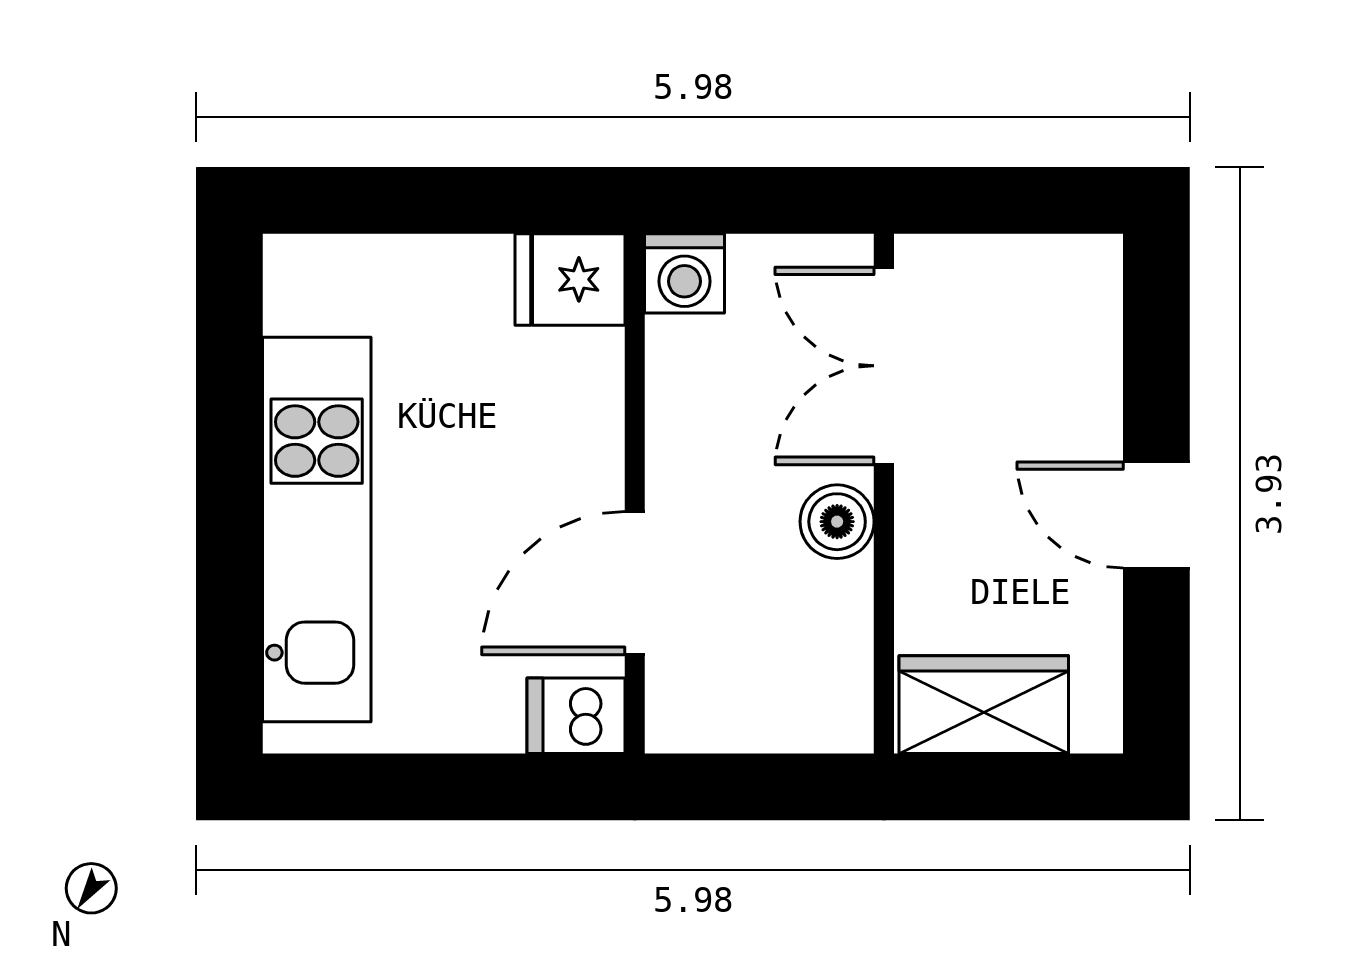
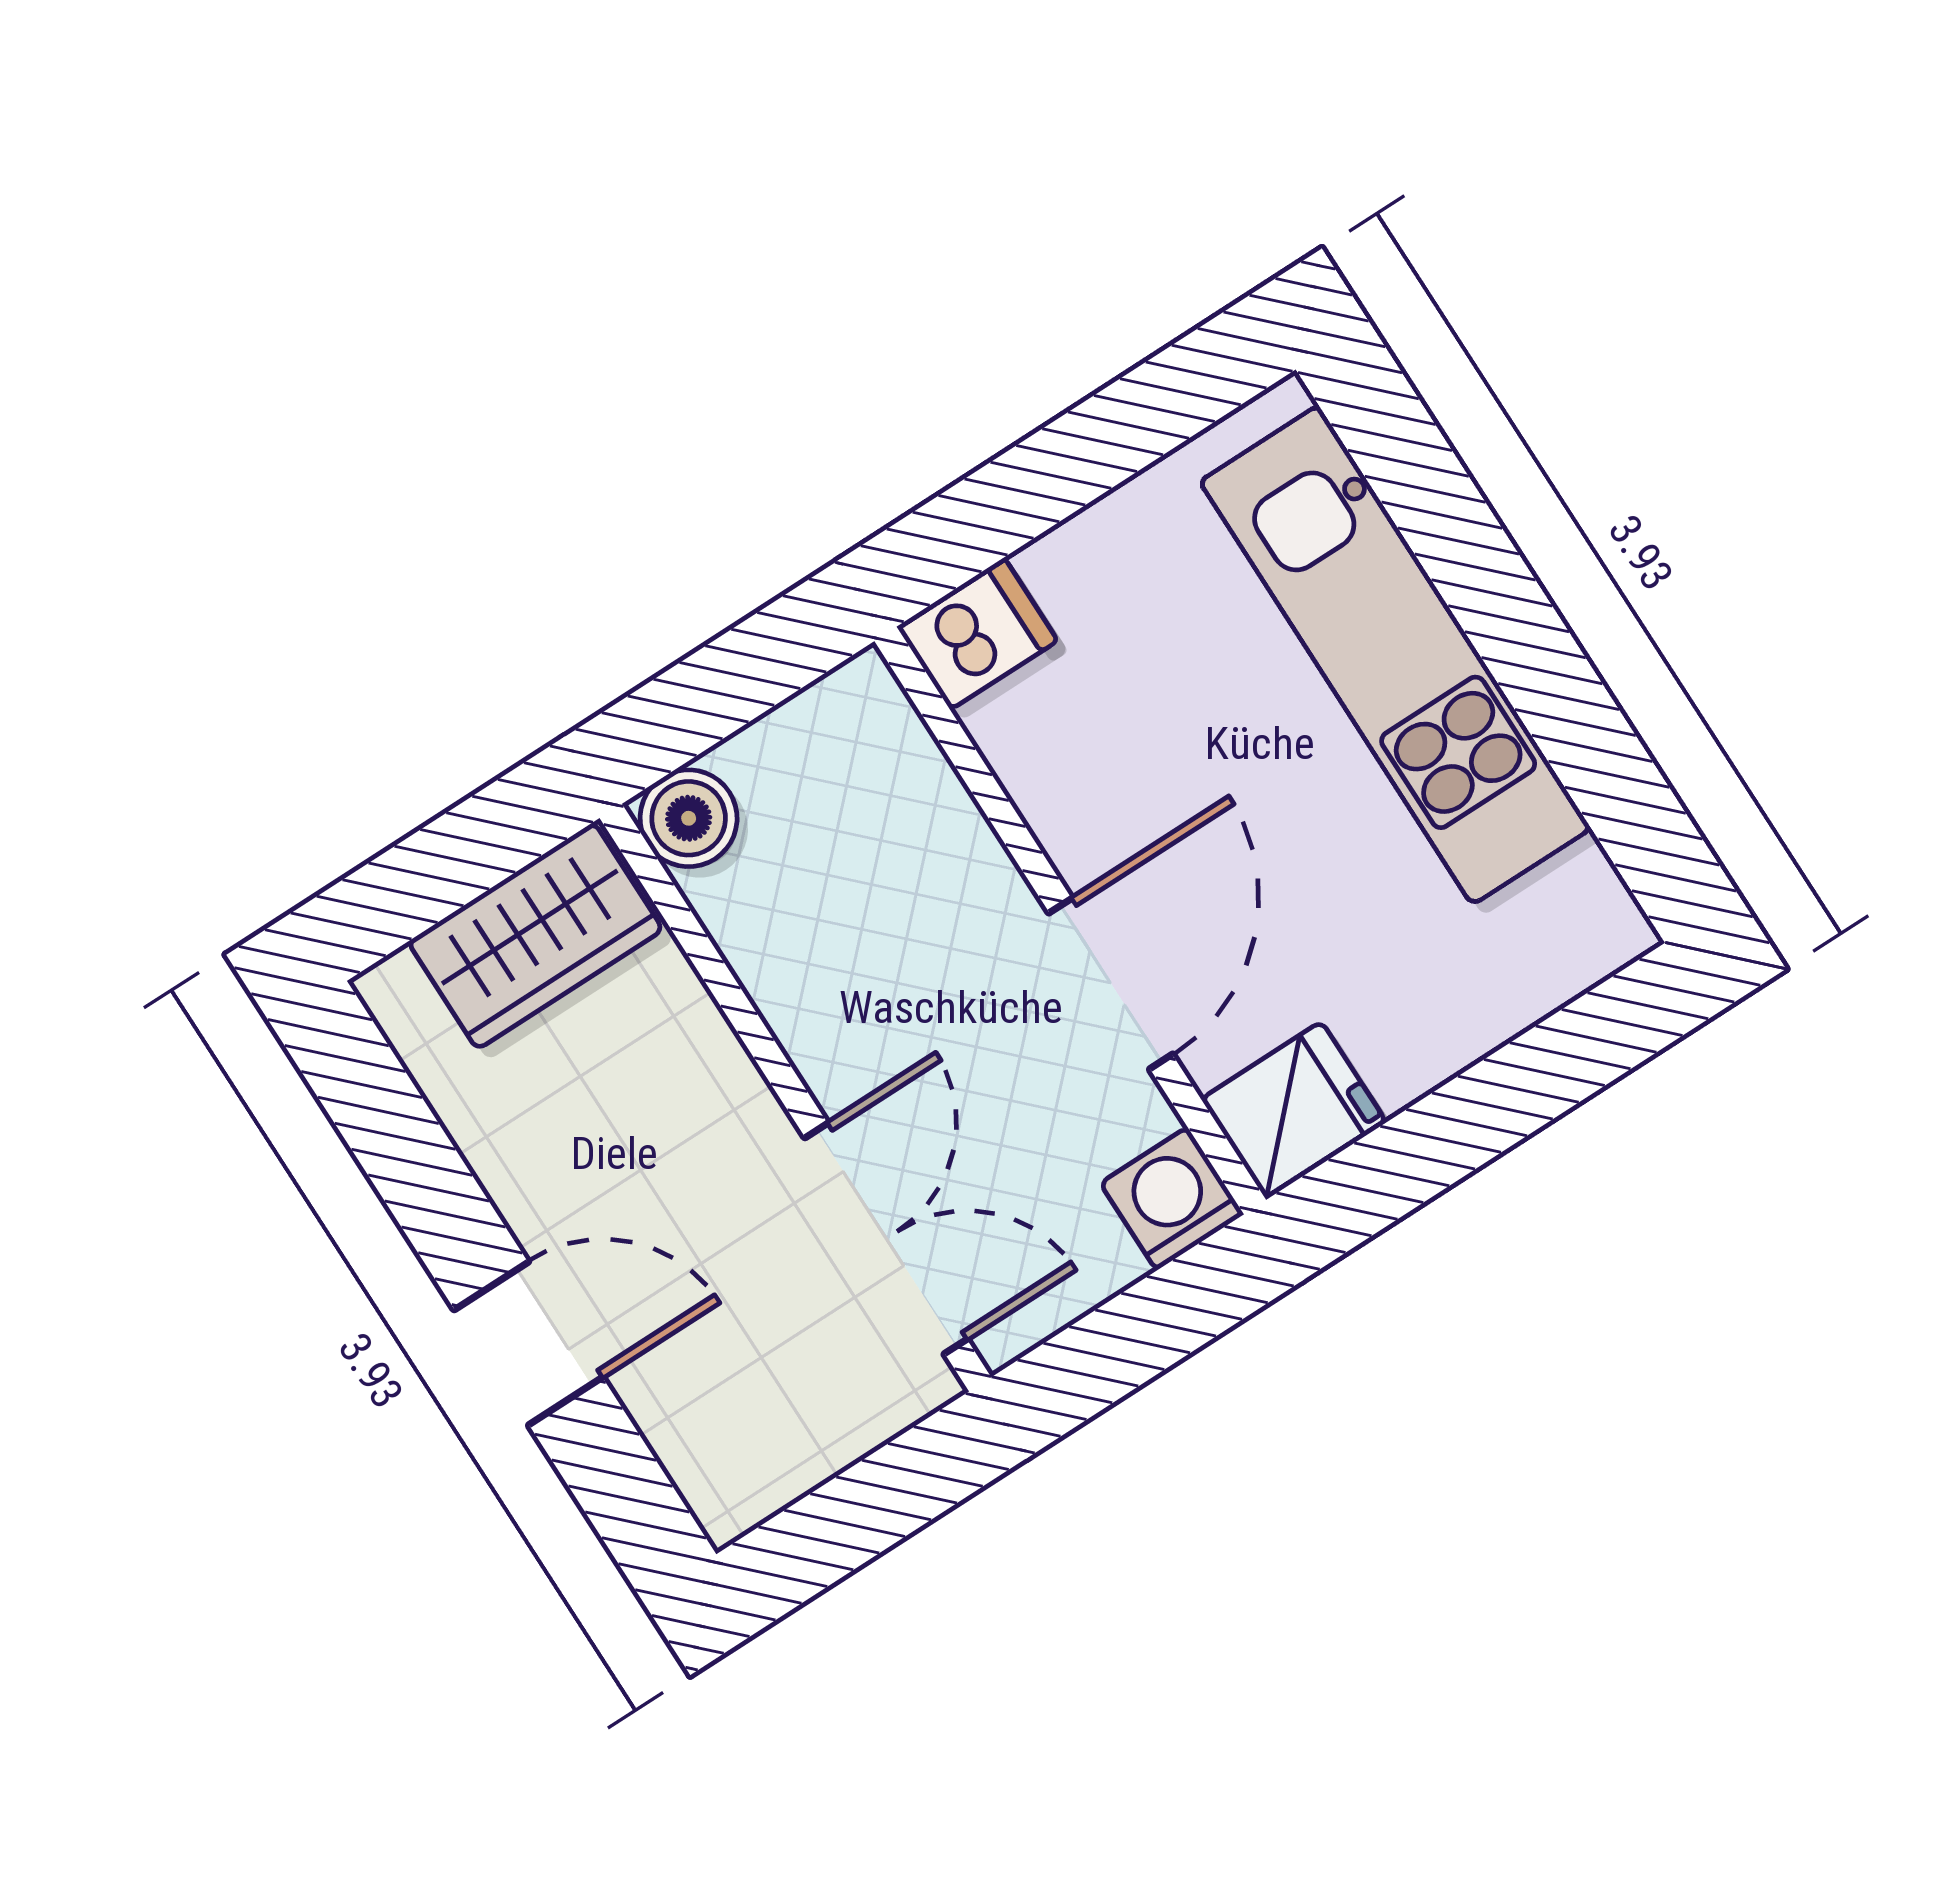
door: (1156, 515) -> (529, 1343), moved
boiler: (837, 522) -> (689, 818), moved
door: (635, 583) -> (1111, 984), moved

